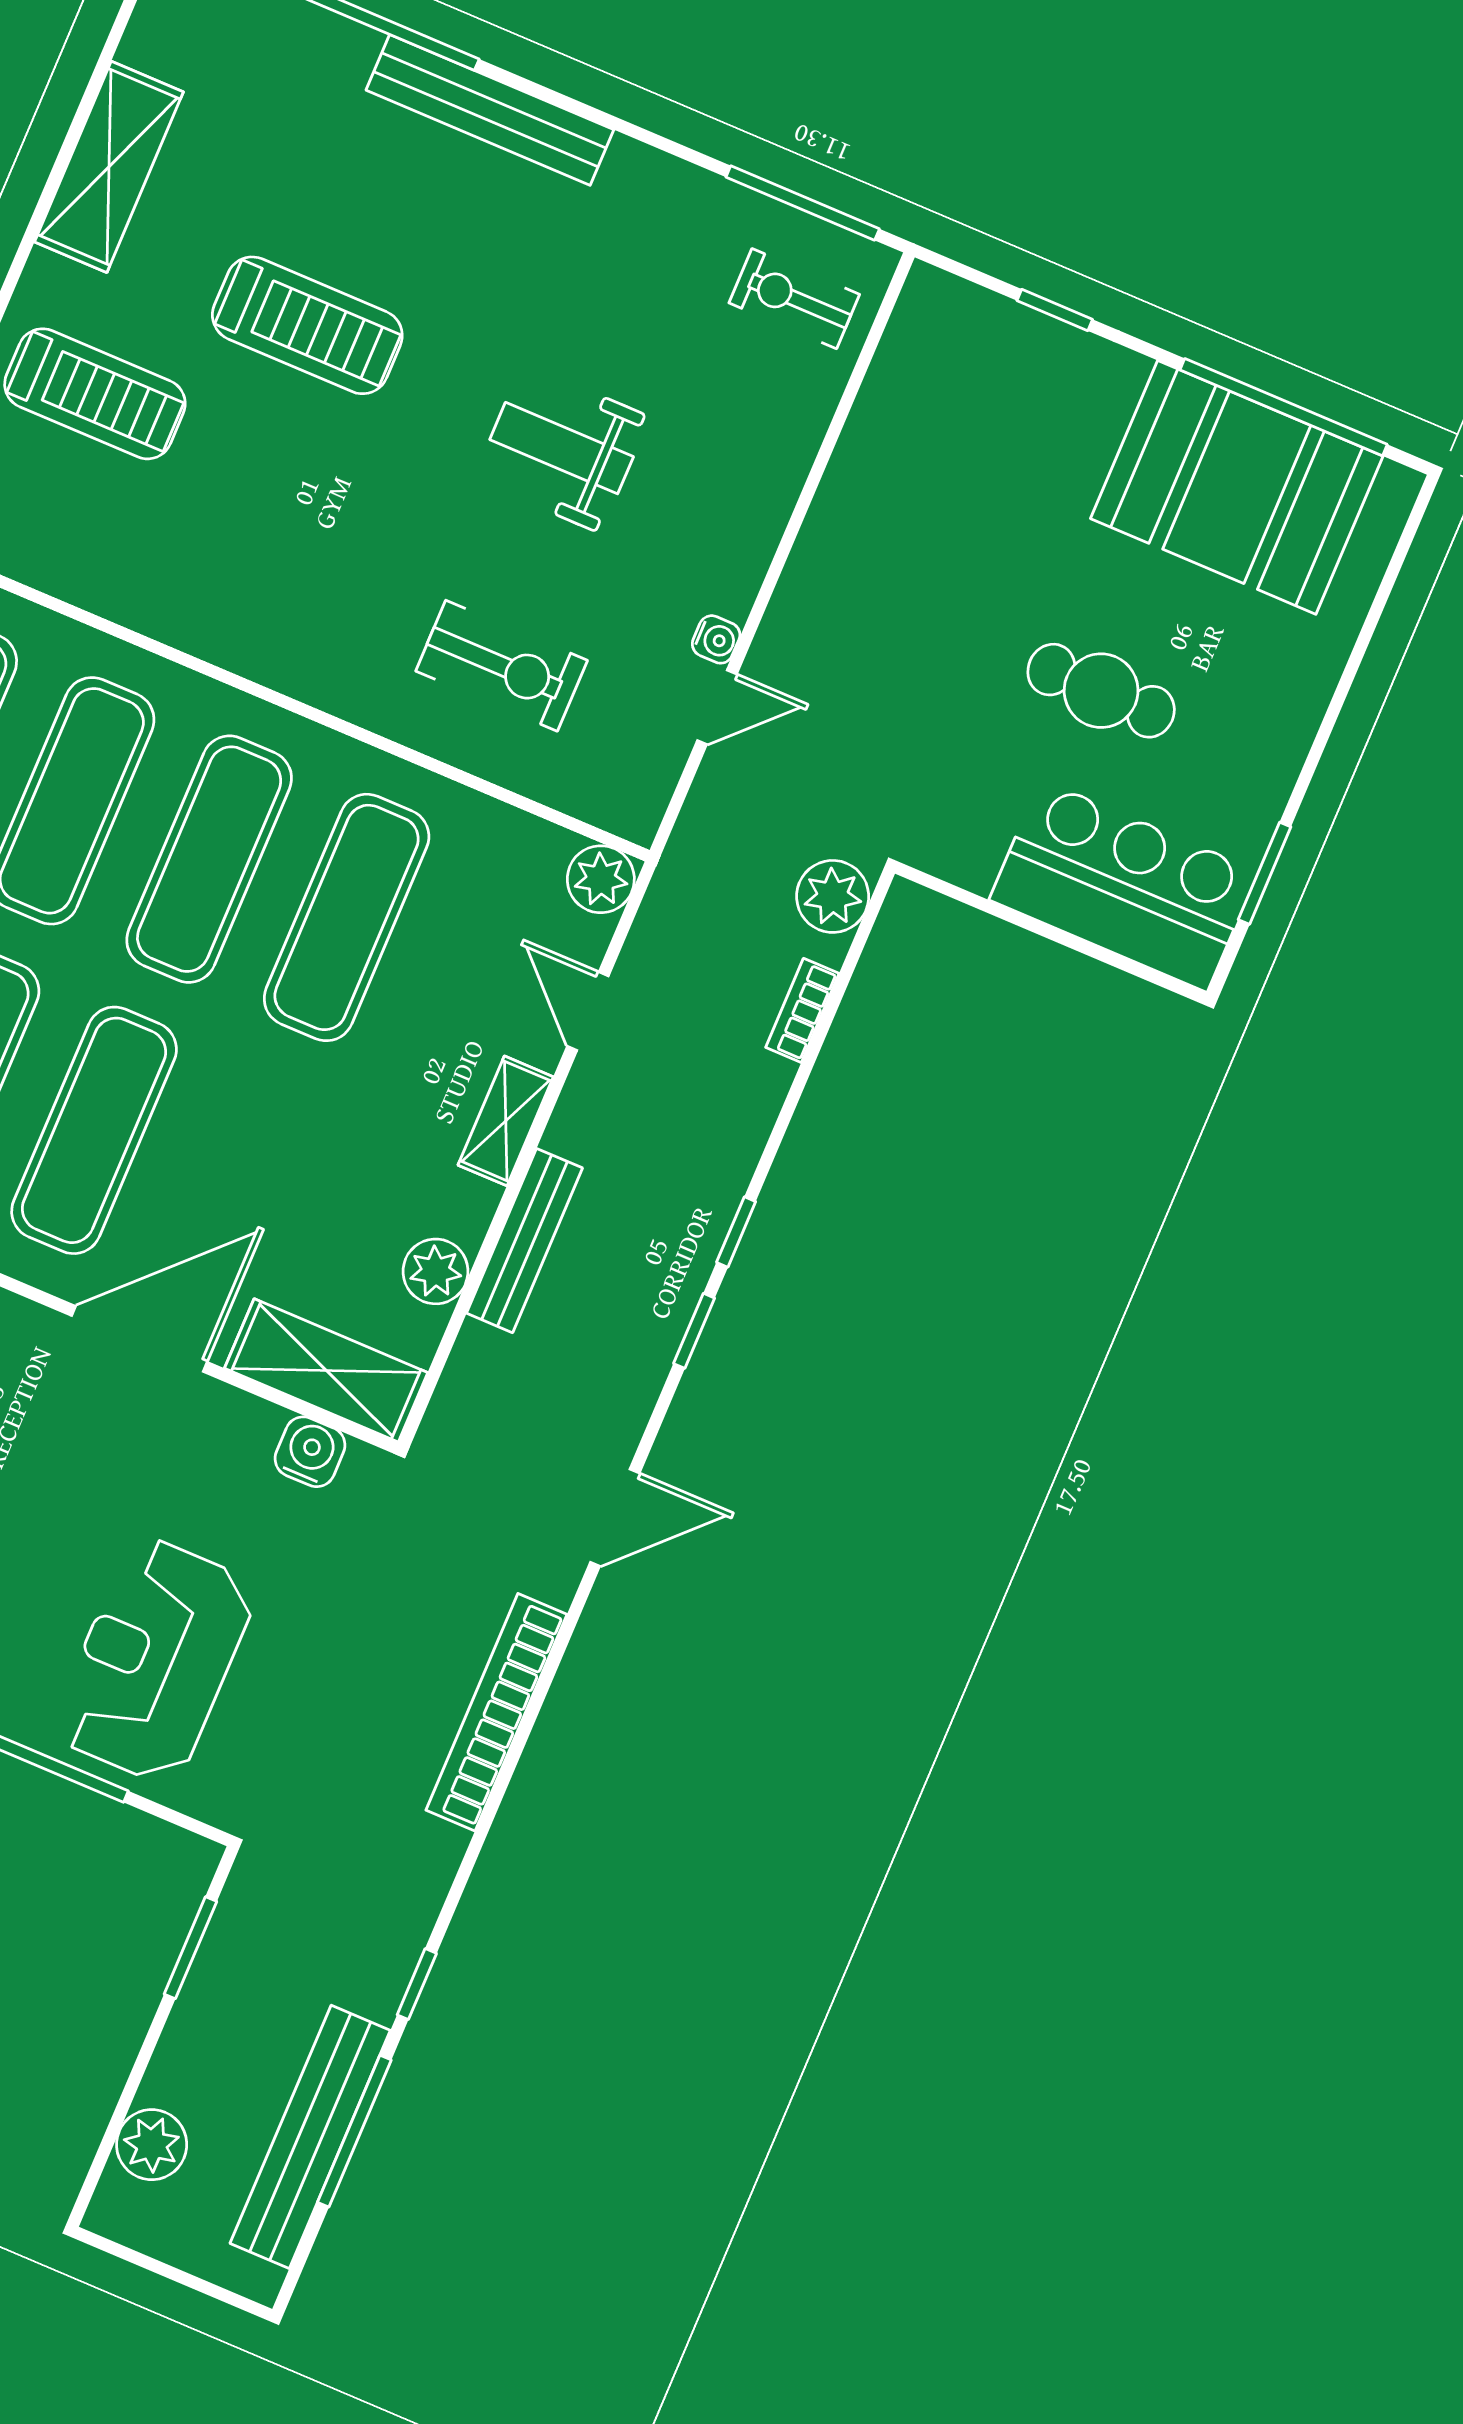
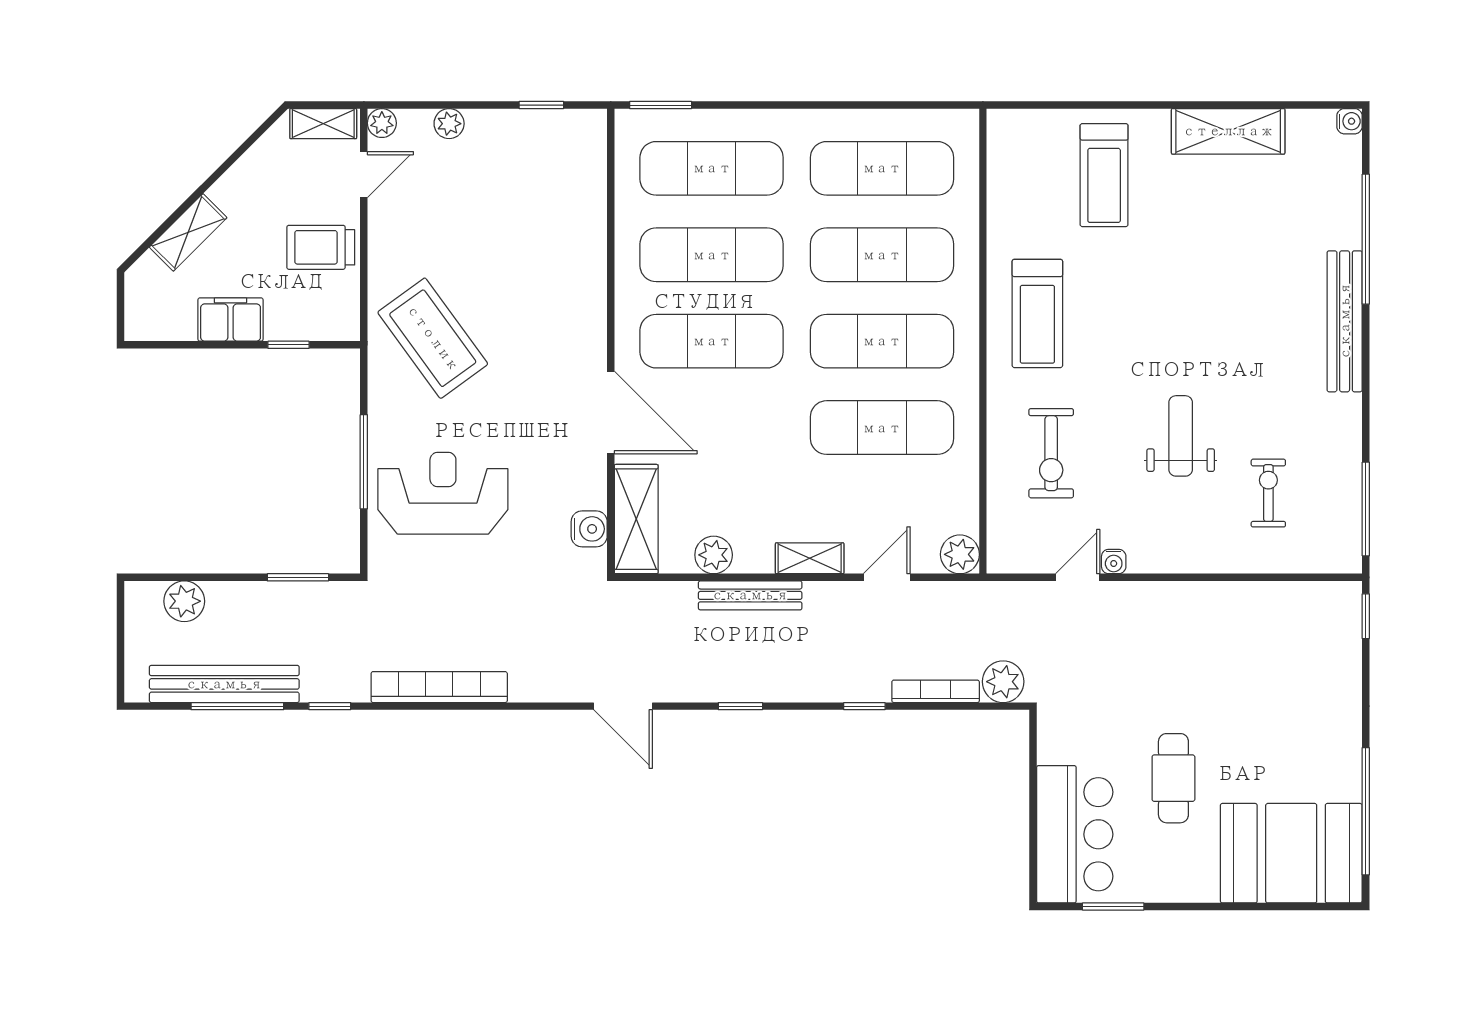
exercise bike: (794, 299) -> (1268, 493), moved
window: (1055, 310) -> (1366, 616), moved
treadmill: (307, 325) -> (1037, 313), moved
booth: (1237, 487) -> (1291, 853), moved, turned 90
door: (717, 707) -> (1078, 577), swing flipped
bookcase: (802, 1010) -> (936, 691), width x1.56
window: (736, 1232) -> (864, 706), moved
bookcase: (496, 1712) -> (439, 687), moved

